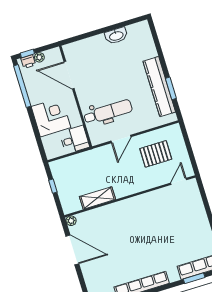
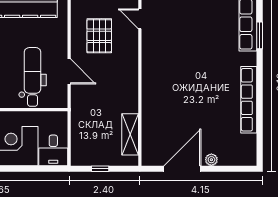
desk: (74, 140) -> (53, 150), moved, turned 180
shelving: (98, 198) -> (130, 134), moved
plant: (71, 221) -> (211, 160), moved

